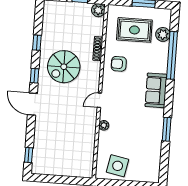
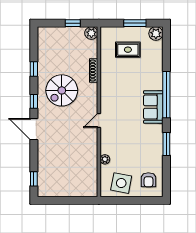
rug: (134, 30) -> (128, 50), width x0.73, depth x0.70
plant: (163, 34) -> (156, 34), moved
window: (172, 55) -> (166, 95), moved
armchair: (119, 64) -> (148, 180), moved, turned -90
plant: (104, 125) -> (105, 159), moved

